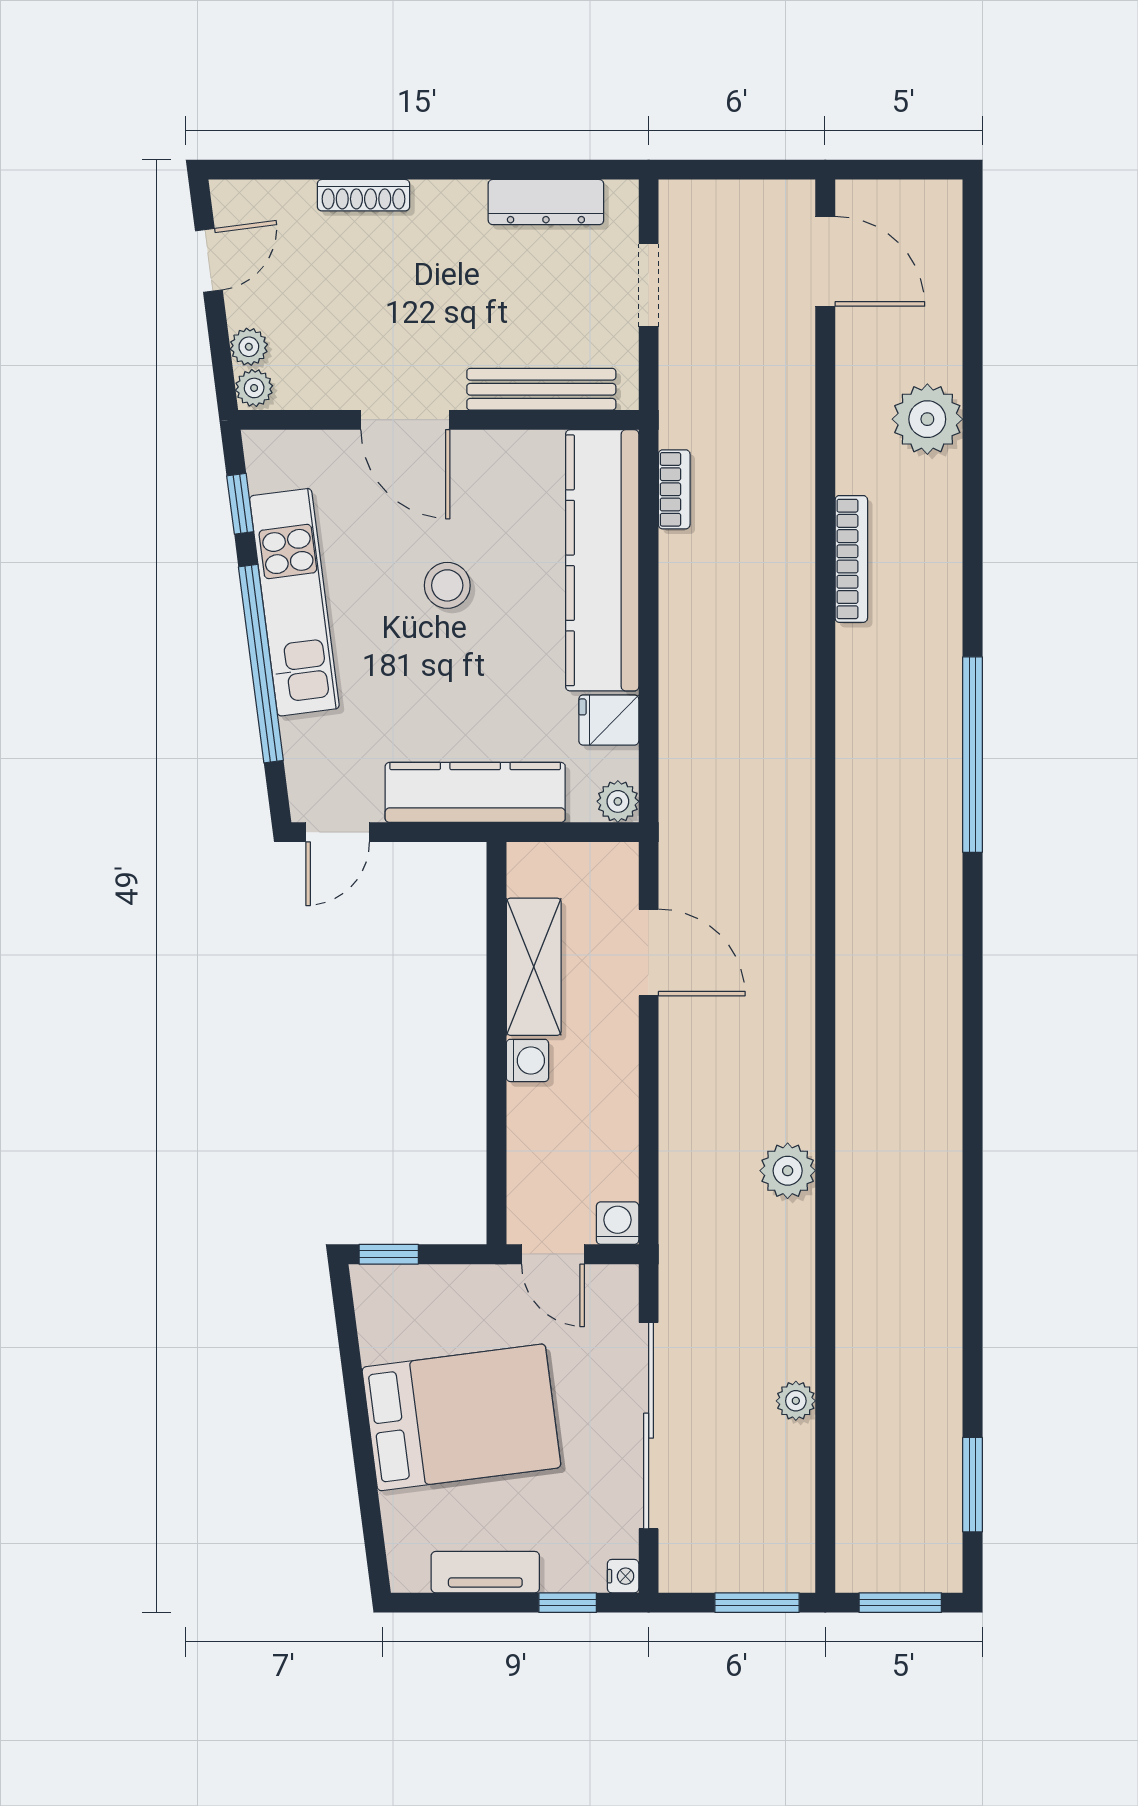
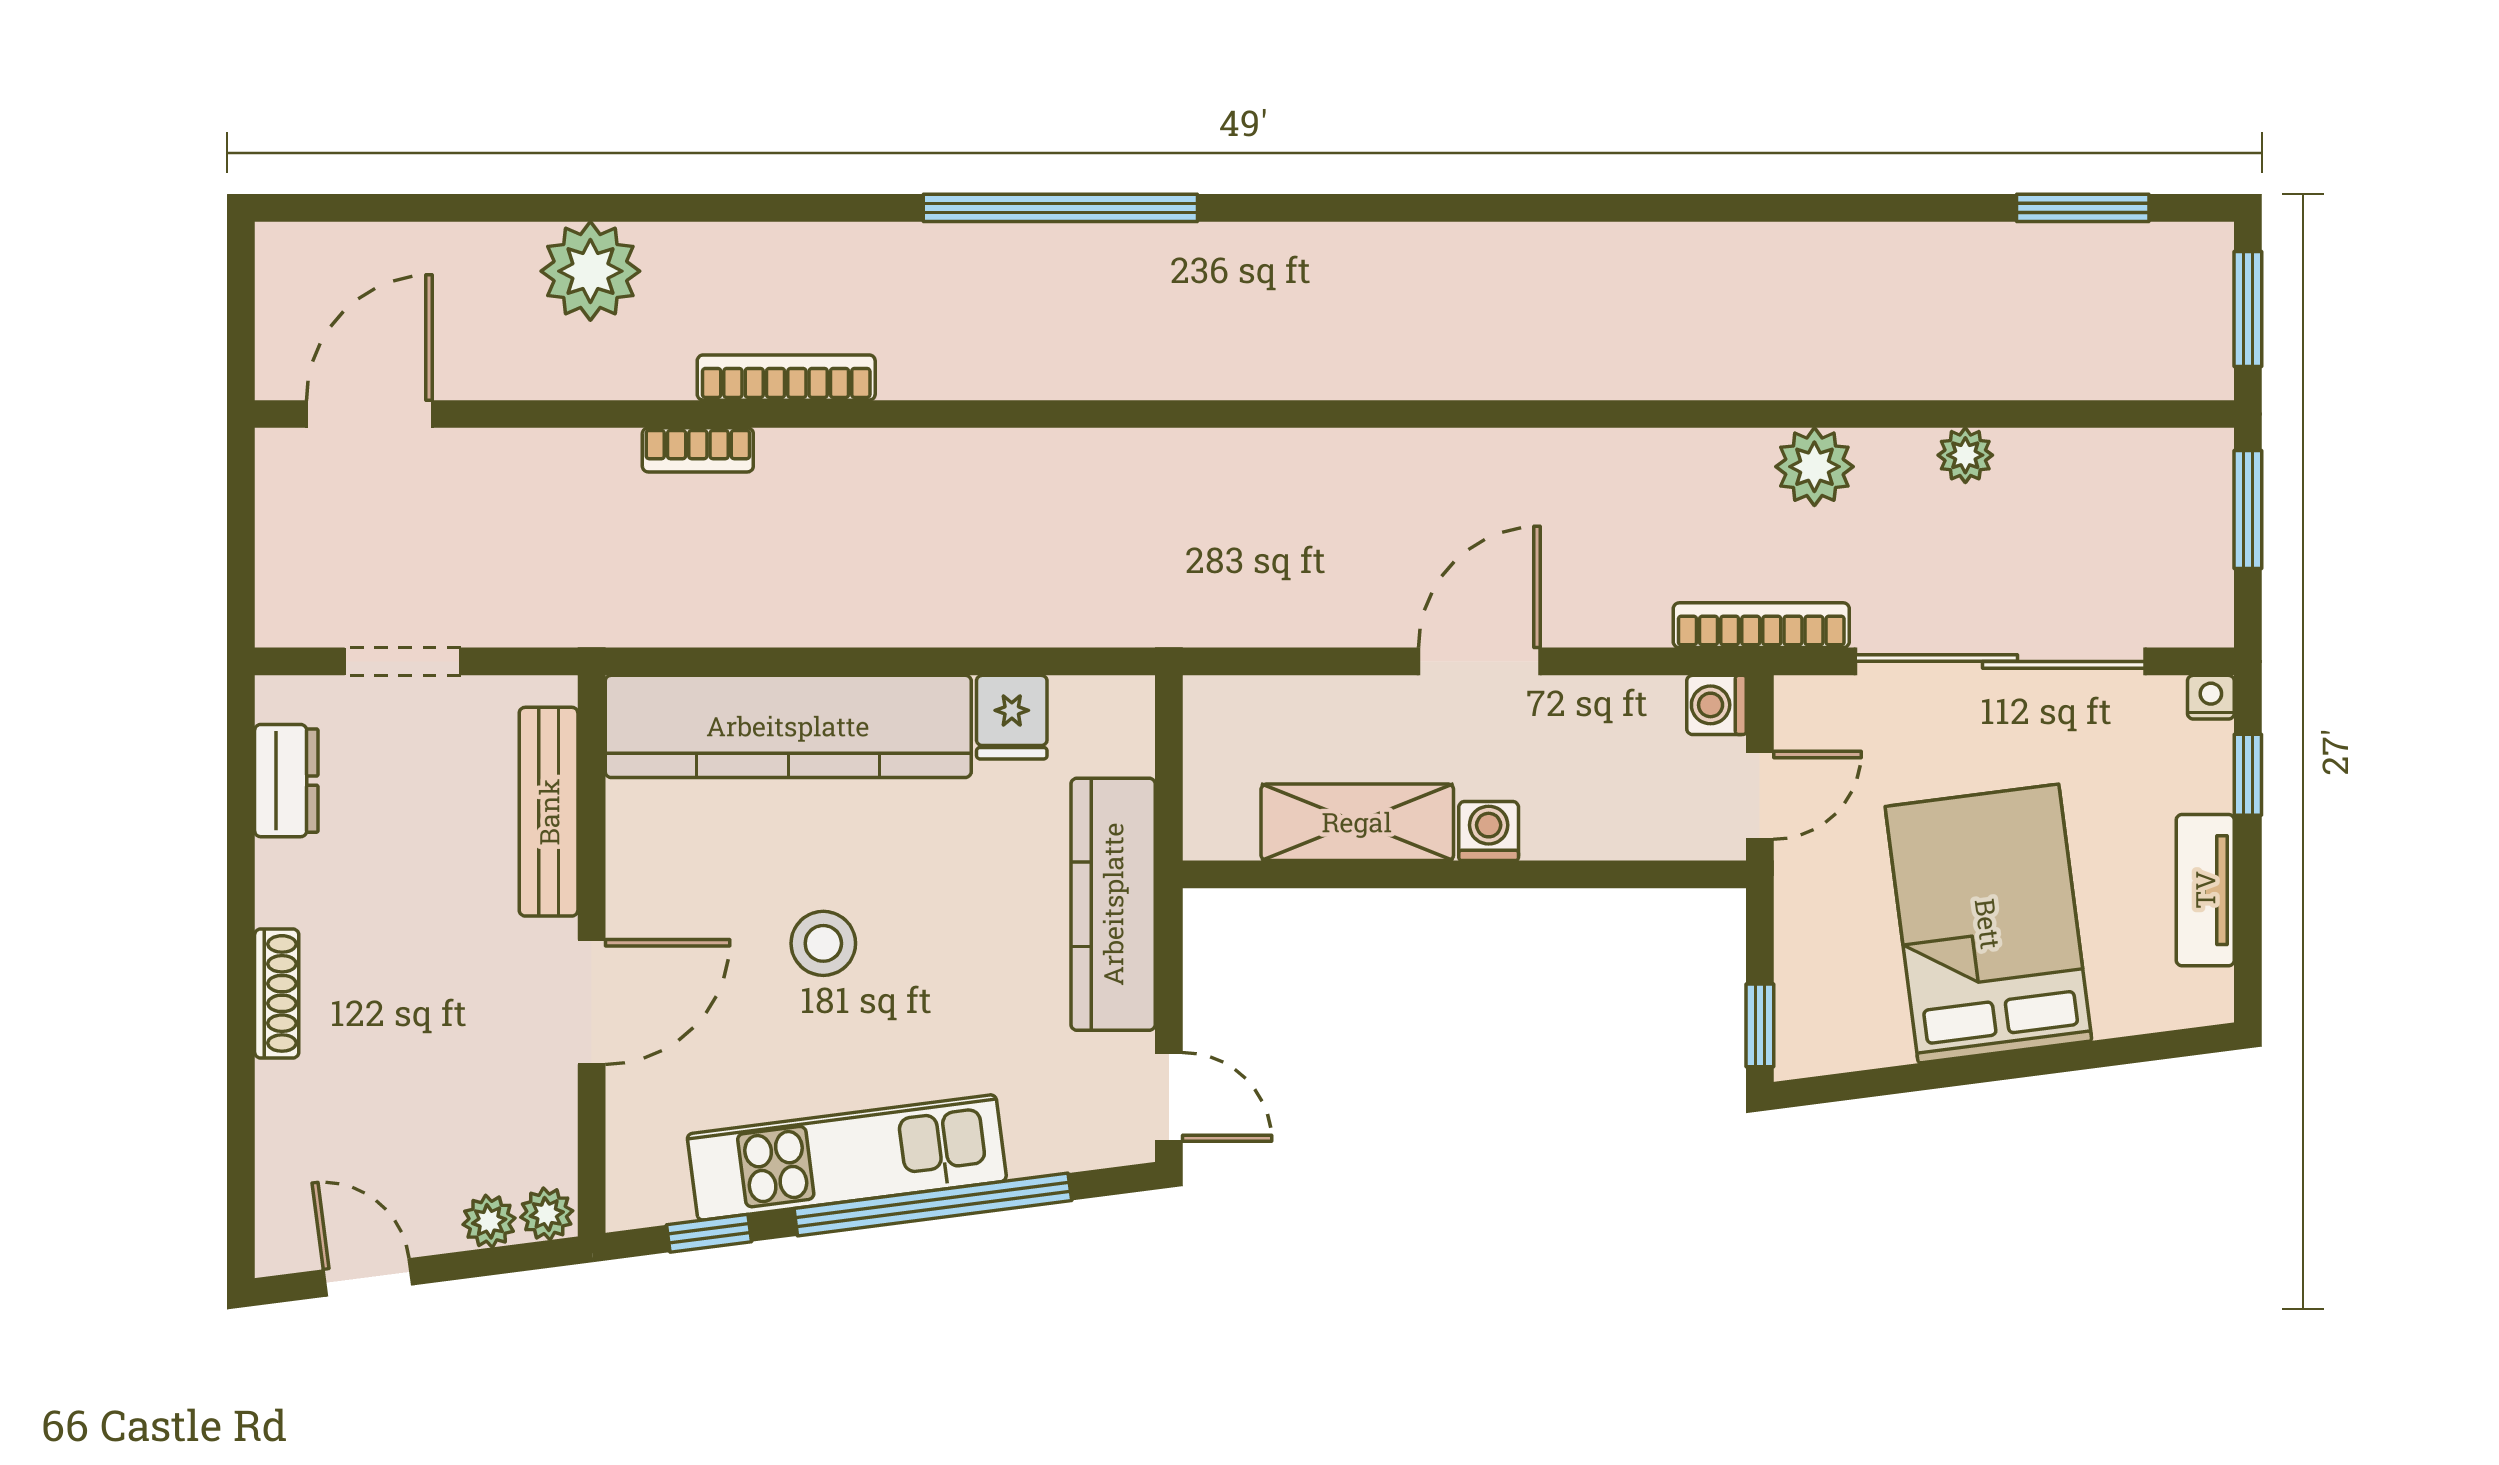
shoe rack: (363, 195) -> (277, 993), moved
dresser: (546, 202) -> (286, 781), width x0.70
bookcase: (674, 489) -> (698, 450), moved, turned 180
plant: (618, 801) -> (1126, 704), removed
door: (649, 952) -> (1479, 661), moved
plant: (788, 1171) -> (1814, 467), moved
bookcase: (674, 1255) -> (1761, 625), added

